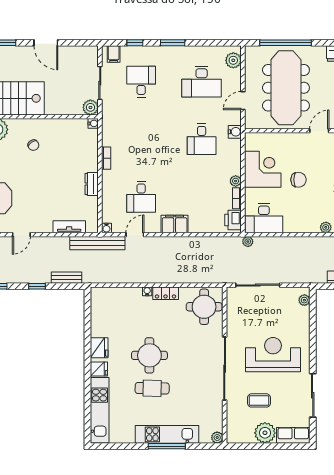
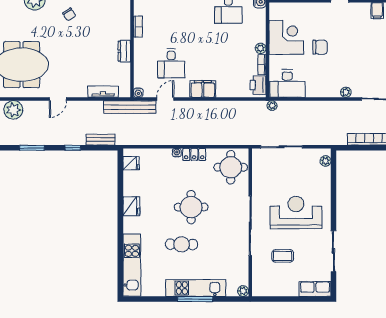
round table: (149, 355) -> (191, 207), moved
fridge: (99, 369) -> (131, 163), moved
plant: (265, 433) -> (288, 287), removed

